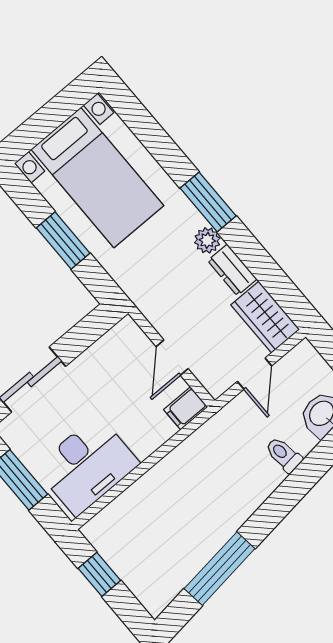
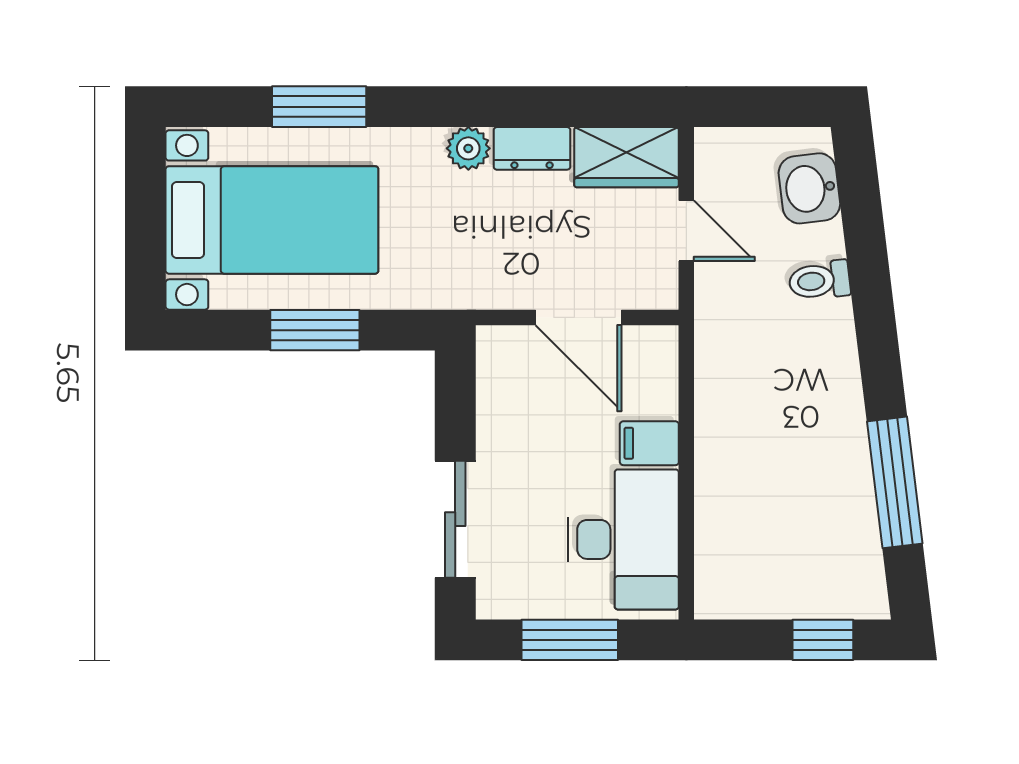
window: (208, 202) -> (319, 107), moved
door: (172, 358) -> (578, 317), width x1.38
filing cabinet: (186, 408) -> (649, 443), moved, turned 90
window: (99, 574) -> (823, 640), moved

